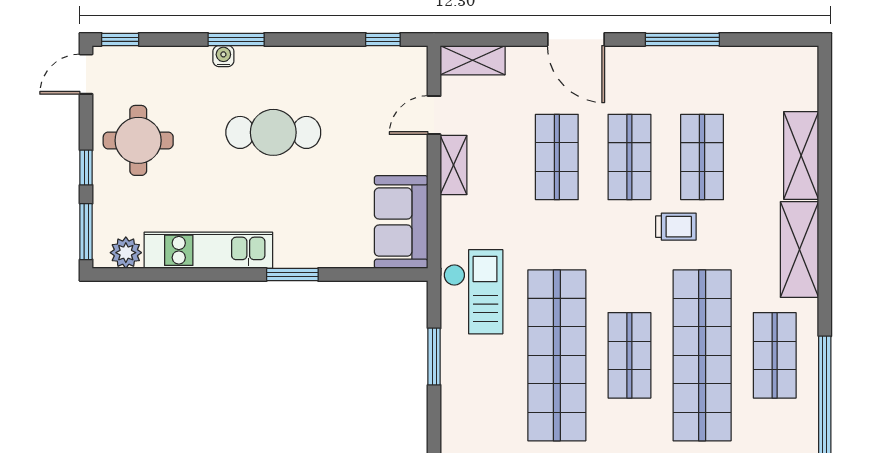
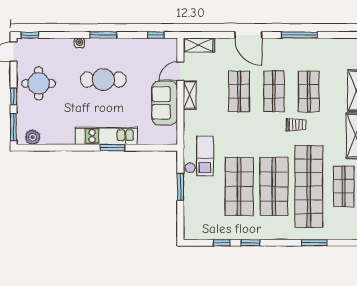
window: (236, 39) -> (103, 35), moved
sofa: (401, 222) -> (165, 103), moved
kitchen unit: (208, 250) -> (106, 136), moved
shop shelf: (557, 355) -> (239, 186), width x0.71
shop shelf: (629, 355) -> (274, 186), width x1.43, depth x1.36

